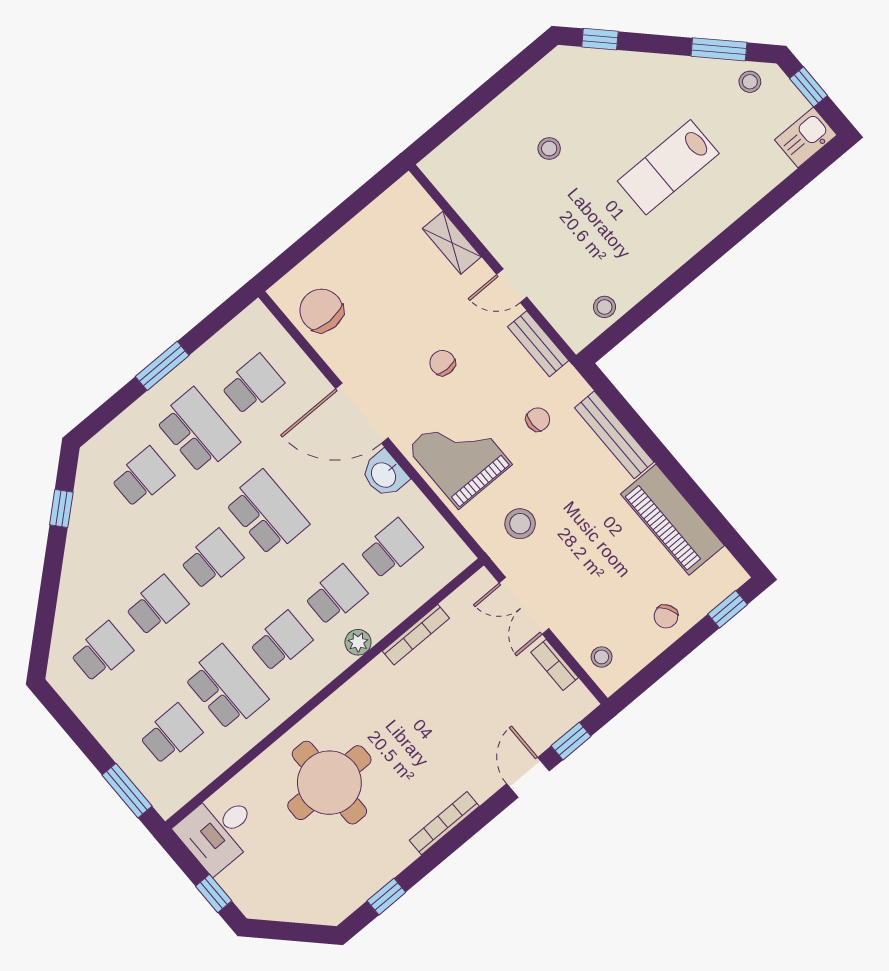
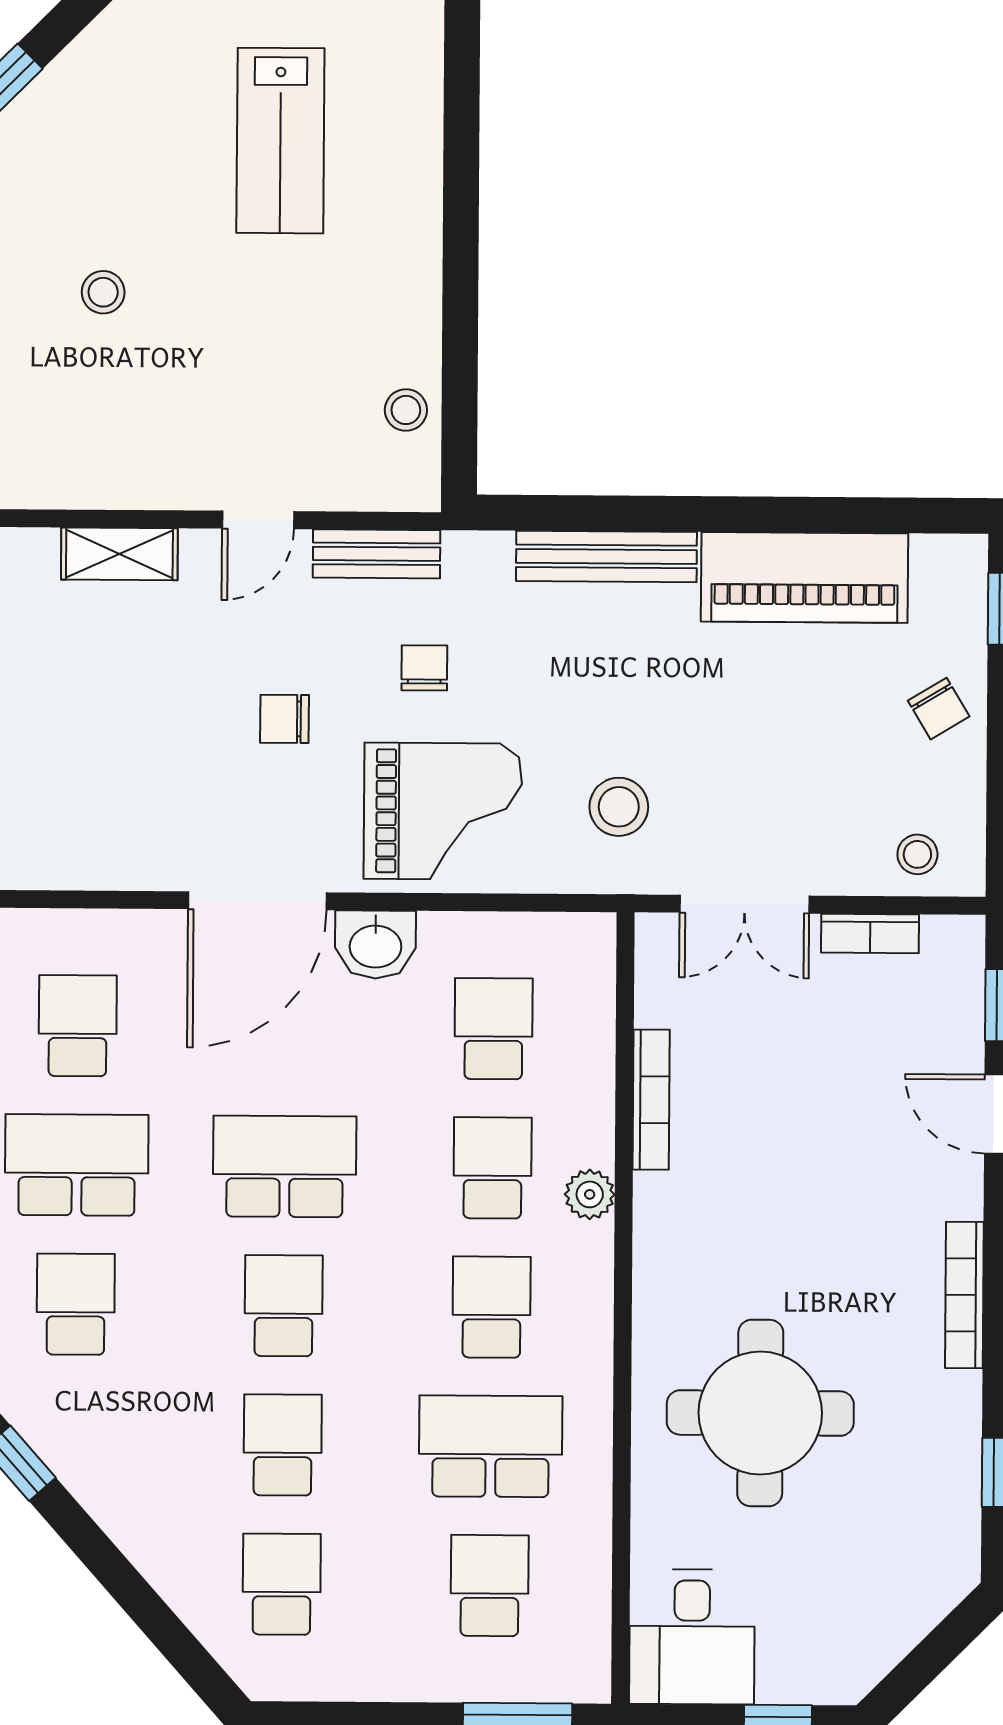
chair: (321, 310) -> (55, 831), removed
chair: (538, 420) -> (424, 668), moved
grand piano: (459, 456) -> (443, 811), turned 180

